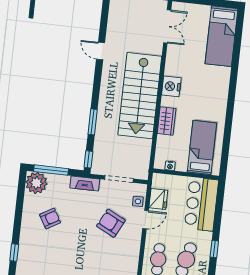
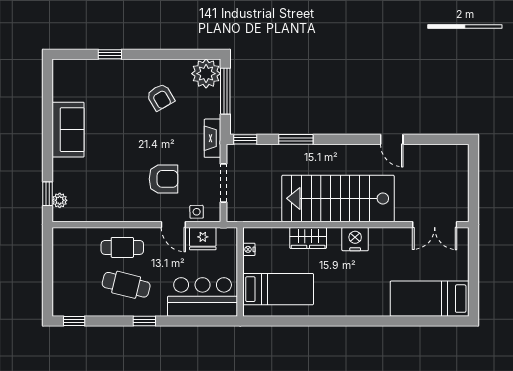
door: (101, 51) -> (392, 139), swing flipped
armchair: (111, 223) -> (163, 179), turned 63

